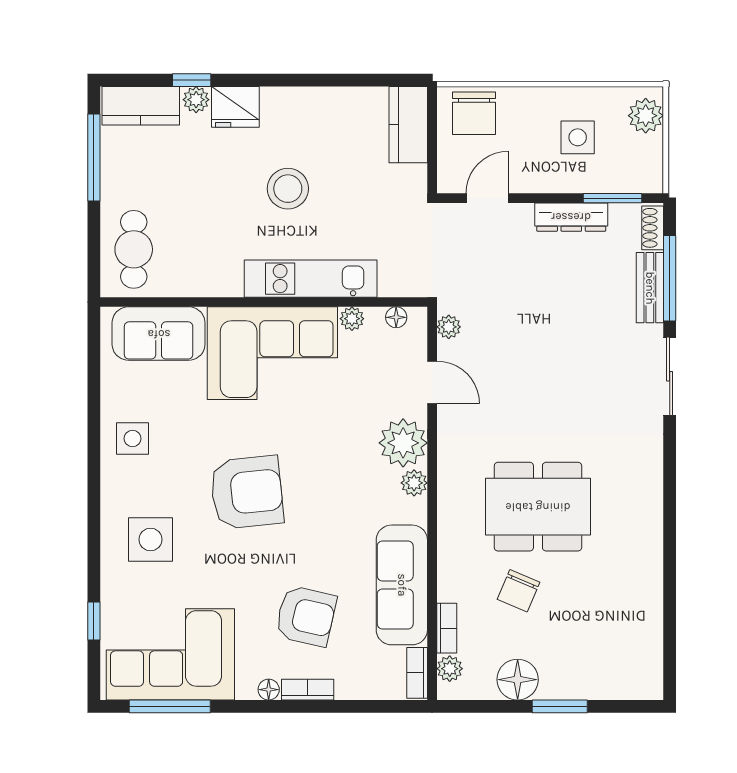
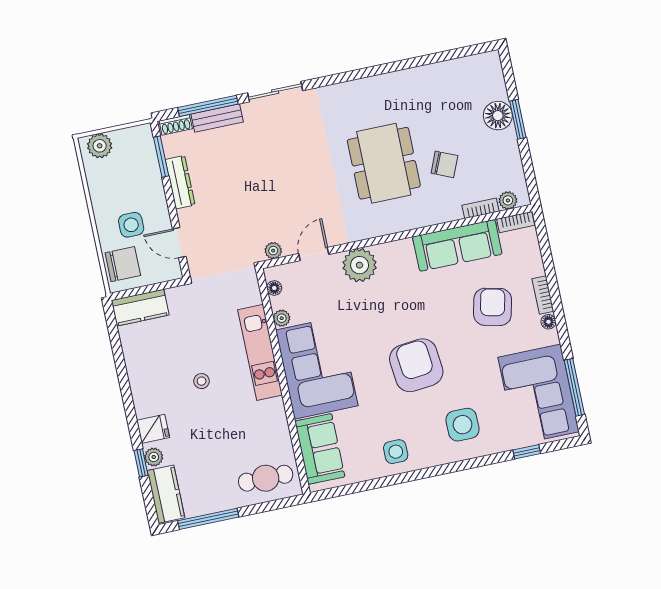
fridge: (235, 107) -> (153, 429), width x0.72
side table: (578, 137) -> (131, 225), moved
stool: (288, 189) -> (202, 381), width x0.53, depth x0.53
plant: (414, 483) -> (385, 252), removed
floor lamp: (518, 680) -> (498, 116), moved

